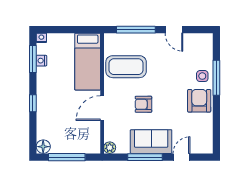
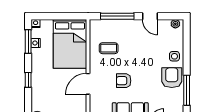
plant: (203, 38) -> (175, 24), added
bed: (88, 62) -> (70, 44), width x1.50
coffee table: (126, 67) -> (109, 48), width x0.54, depth x0.58
window: (216, 78) -> (187, 90), moved

